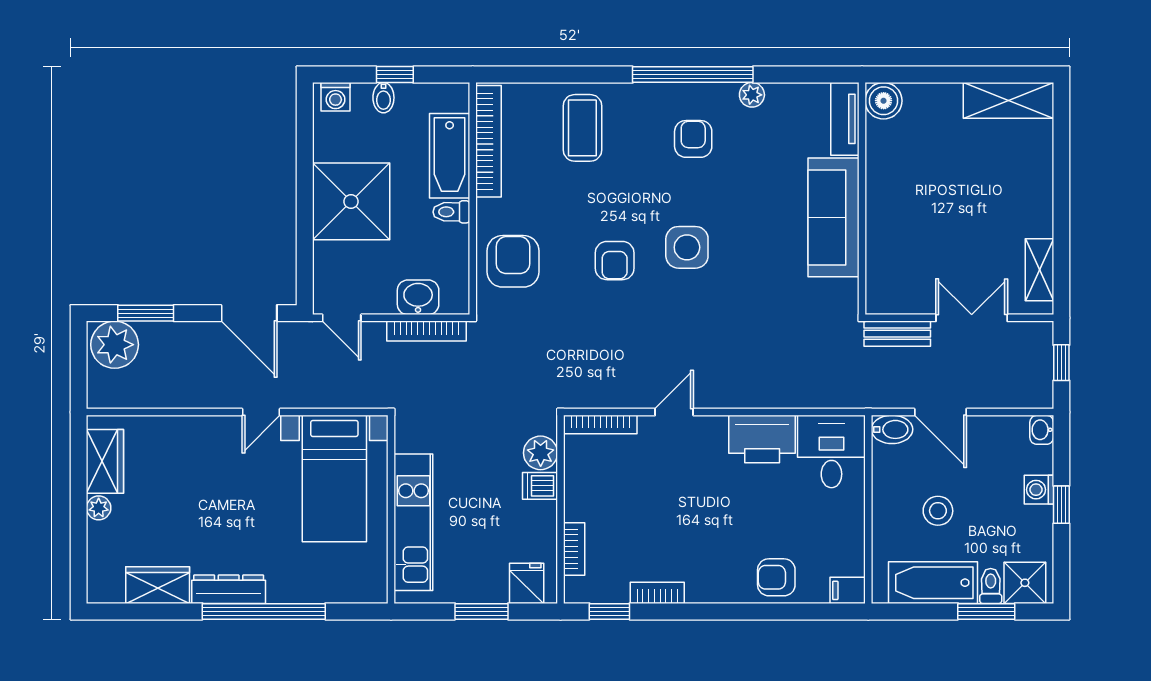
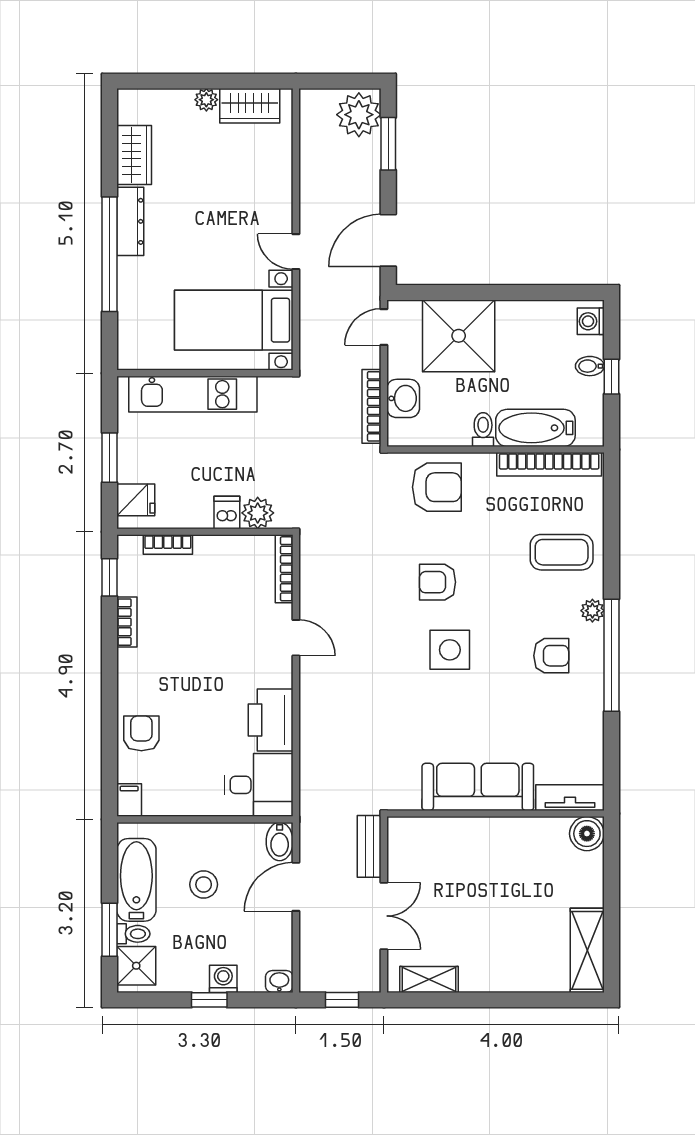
plant: (752, 95) -> (592, 611), moved
shower: (351, 201) -> (459, 336), moved

